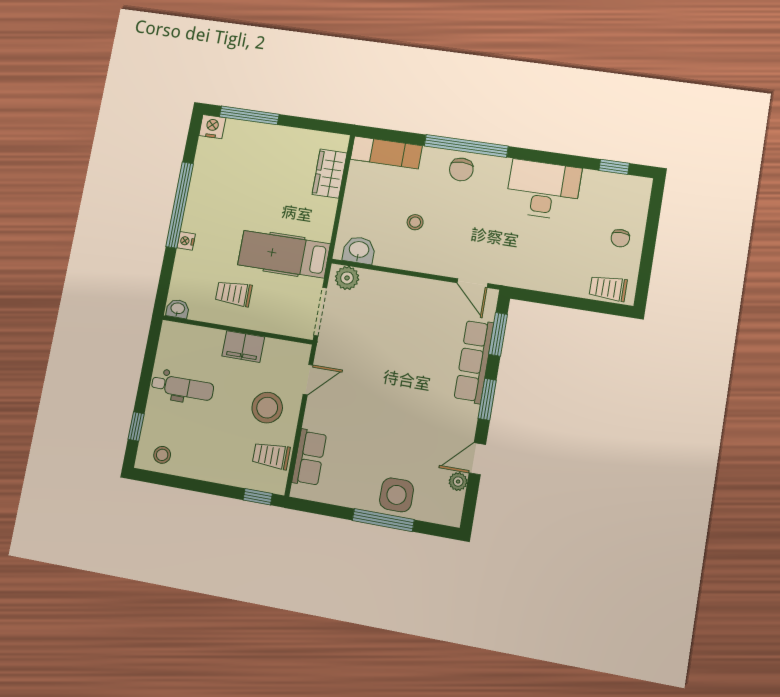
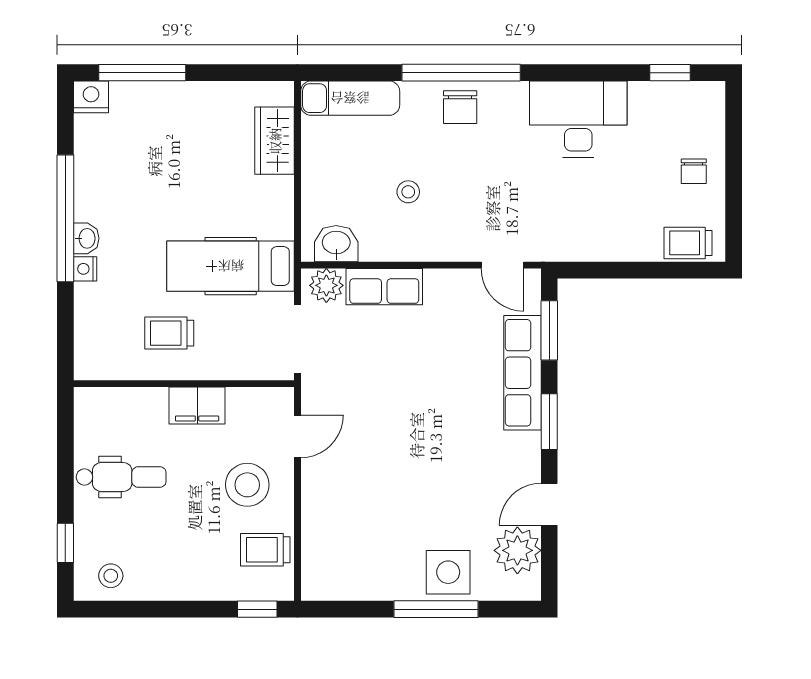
washbasin: (178, 309) -> (86, 238), moved, turned 90
row of seats: (309, 458) -> (384, 287), moved, turned 90
plant: (458, 482) -> (517, 550), width x1.88, depth x1.88

